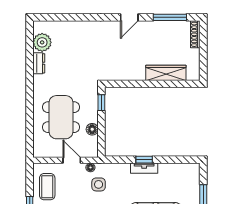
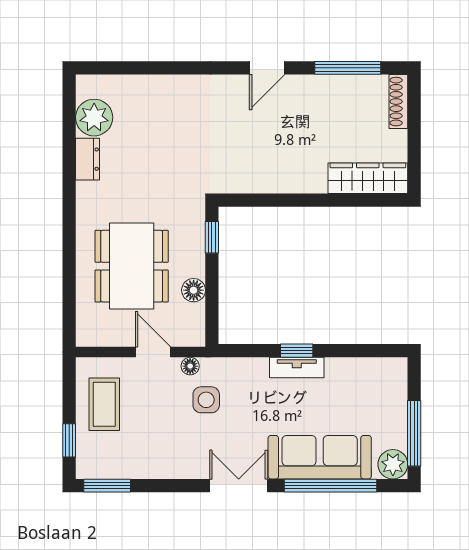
wardrobe: (166, 73) -> (368, 178), moved

